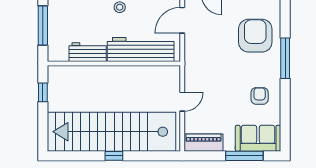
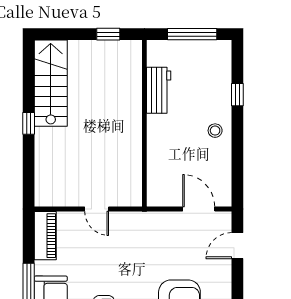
workbench: (141, 50) -> (162, 157), removed
stairs: (111, 132) -> (51, 83), width x0.54, depth x0.66

